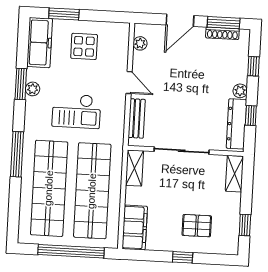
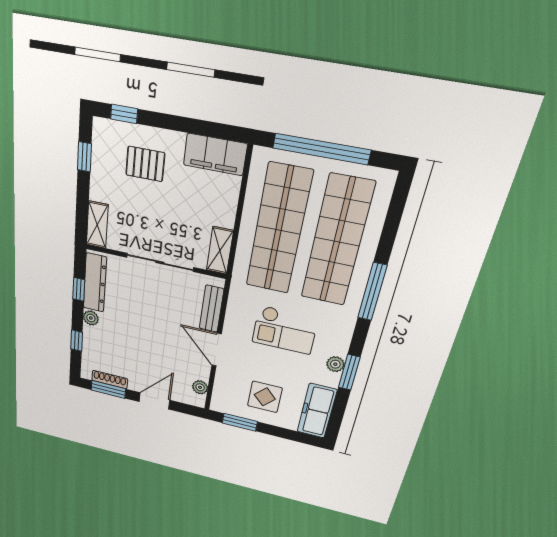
window: (64, 14) -> (240, 422), moved
door: (129, 83) -> (217, 350), width x1.38
checkout: (76, 111) -> (285, 330), turned 180
filing cabinet: (135, 228) -> (215, 155), moved, turned -90
window: (183, 257) -> (124, 114), moved

